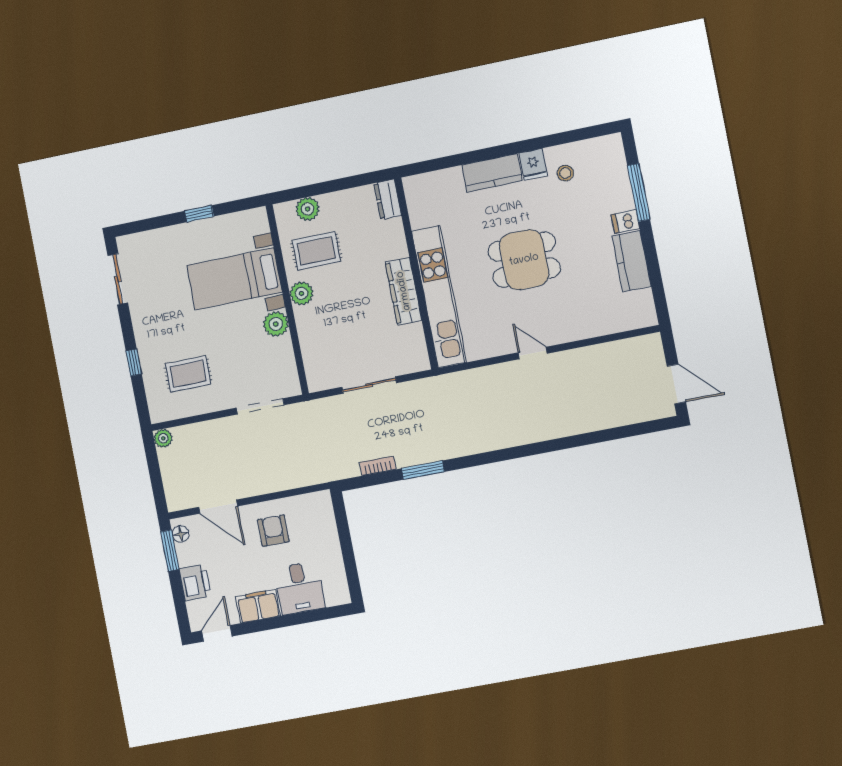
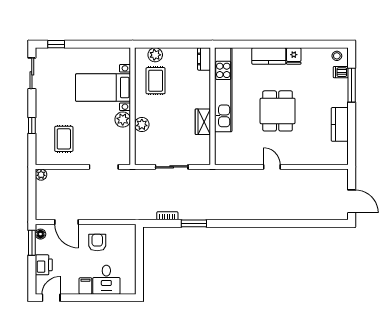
stool: (565, 173) -> (337, 56), moved
window: (199, 214) -> (56, 44), moved
dishwasher: (625, 221) -> (341, 72), moved
rug: (316, 251) -> (156, 81), turned 90
dining table: (524, 260) -> (278, 111), turned 90
wardrobe: (404, 291) -> (203, 122), width x0.67
plant: (302, 293) -> (142, 125), moved
kitchen unit: (439, 297) -> (223, 90), moved
rug: (188, 374) -> (64, 139), turned 90
filing cabinet: (258, 606) -> (85, 286), width x0.50

